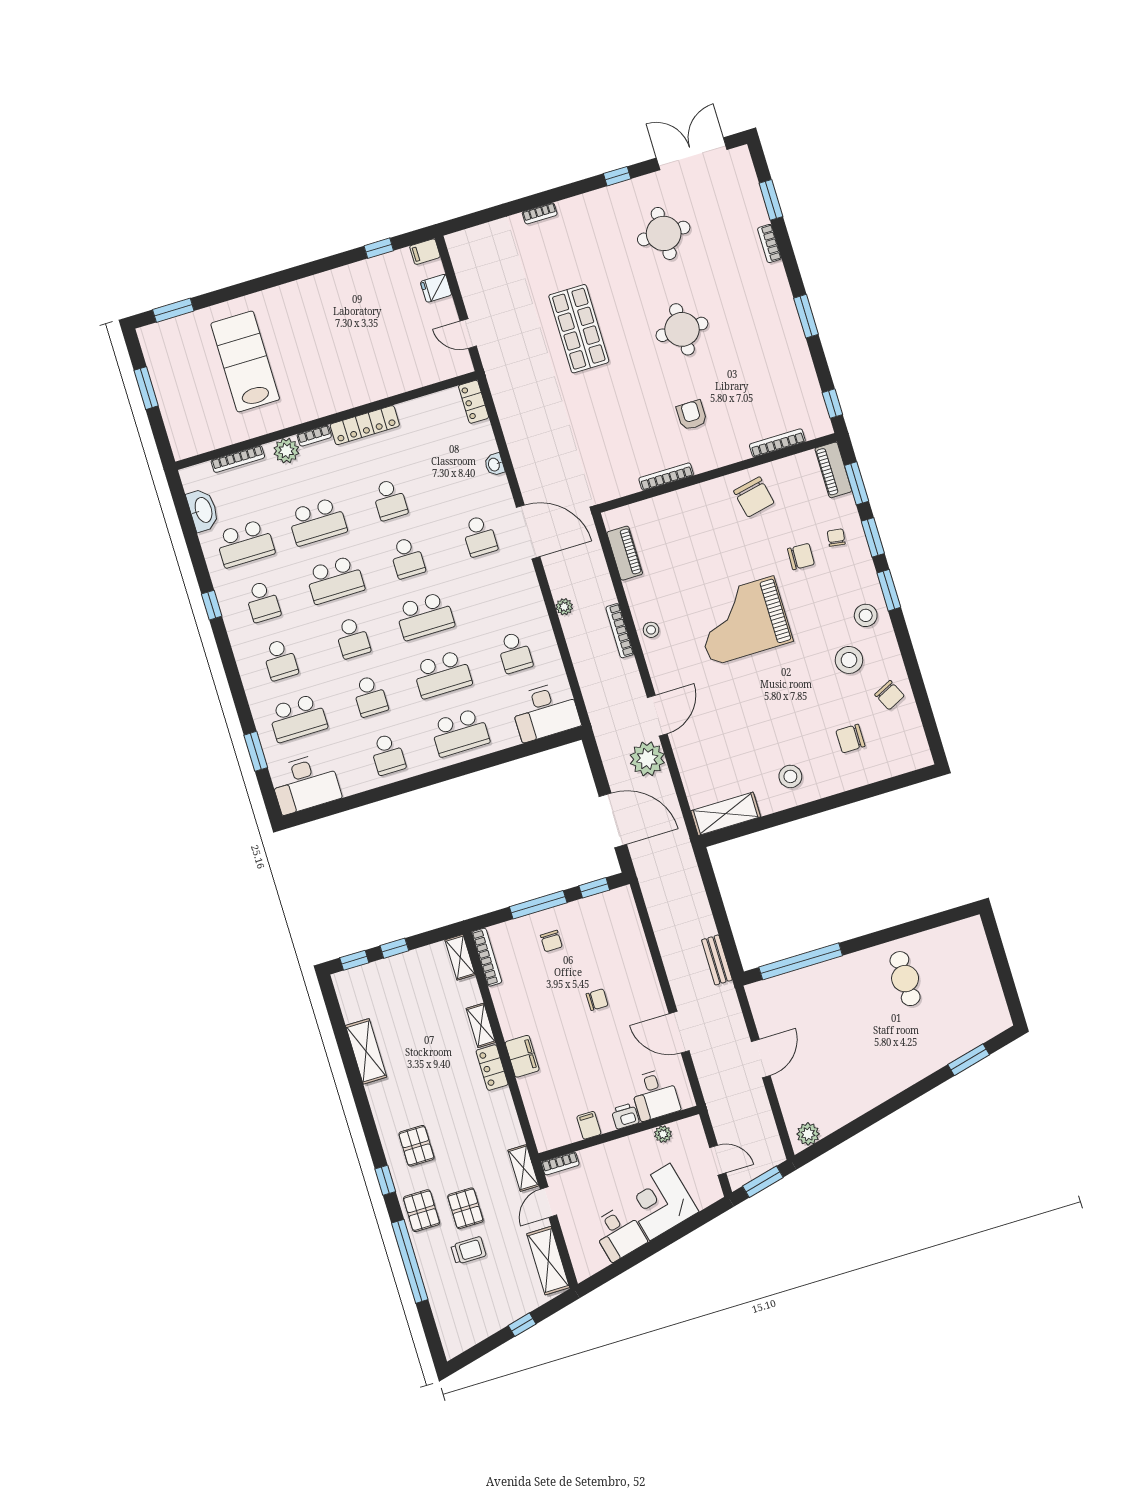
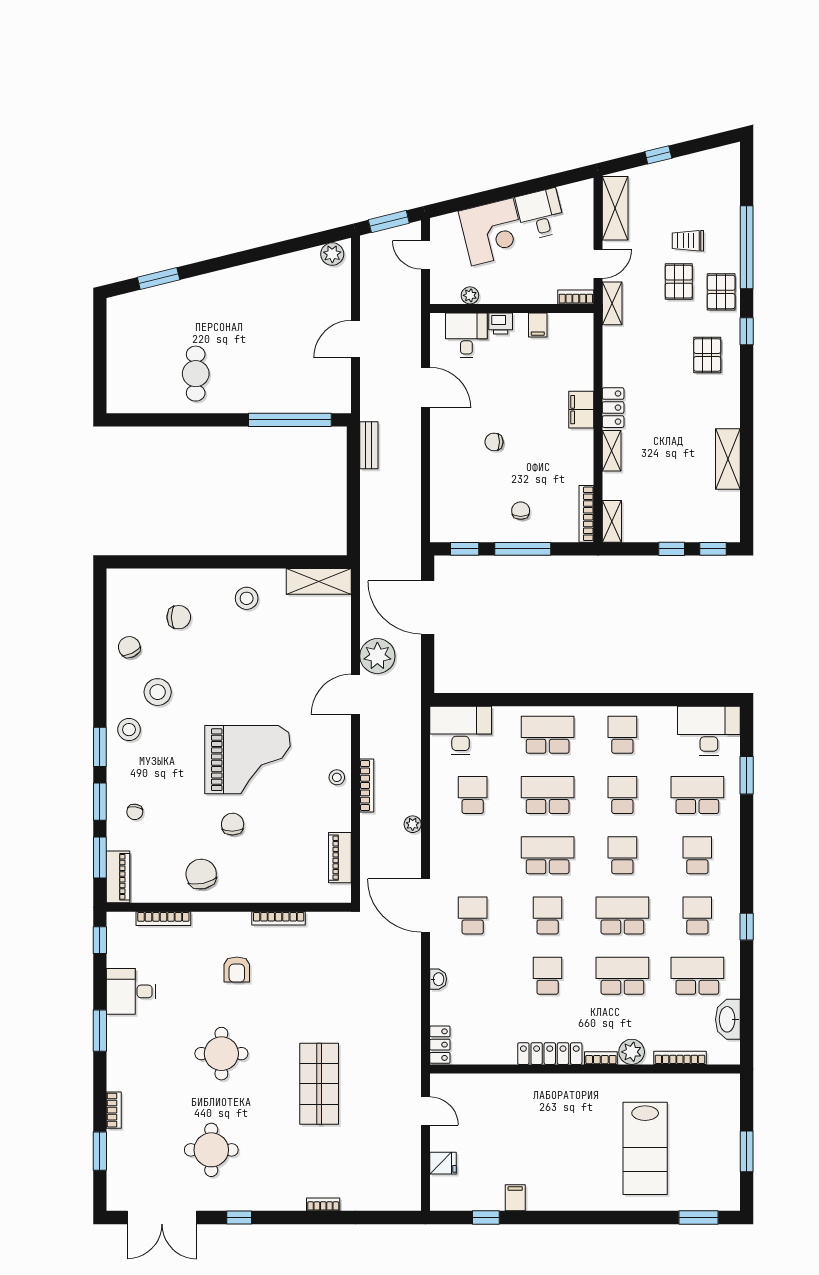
filing cabinet: (425, 252) -> (515, 1198), moved, turned -90
desk: (787, 363) -> (131, 991), added
chair: (801, 557) -> (233, 824), moved, turned 87

